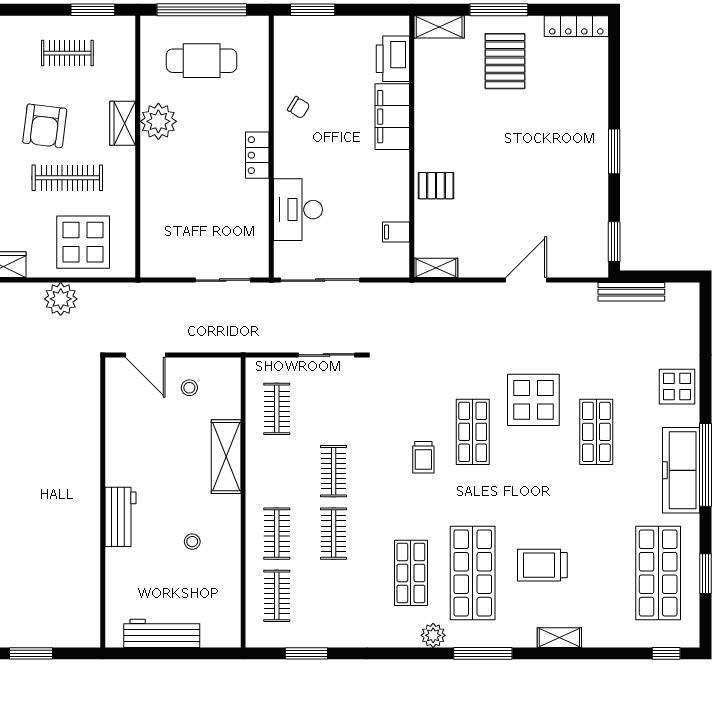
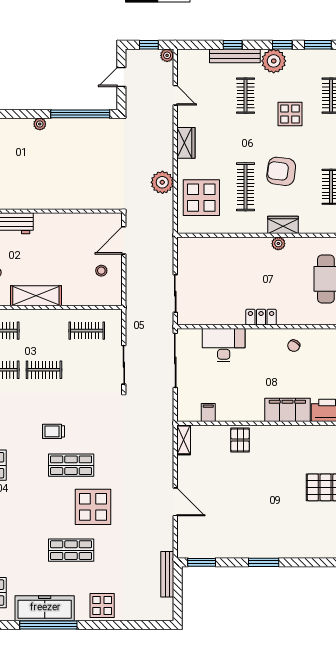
plant: (158, 121) -> (278, 244), width x0.53, depth x0.53
shelving: (226, 457) -> (36, 296), moved

